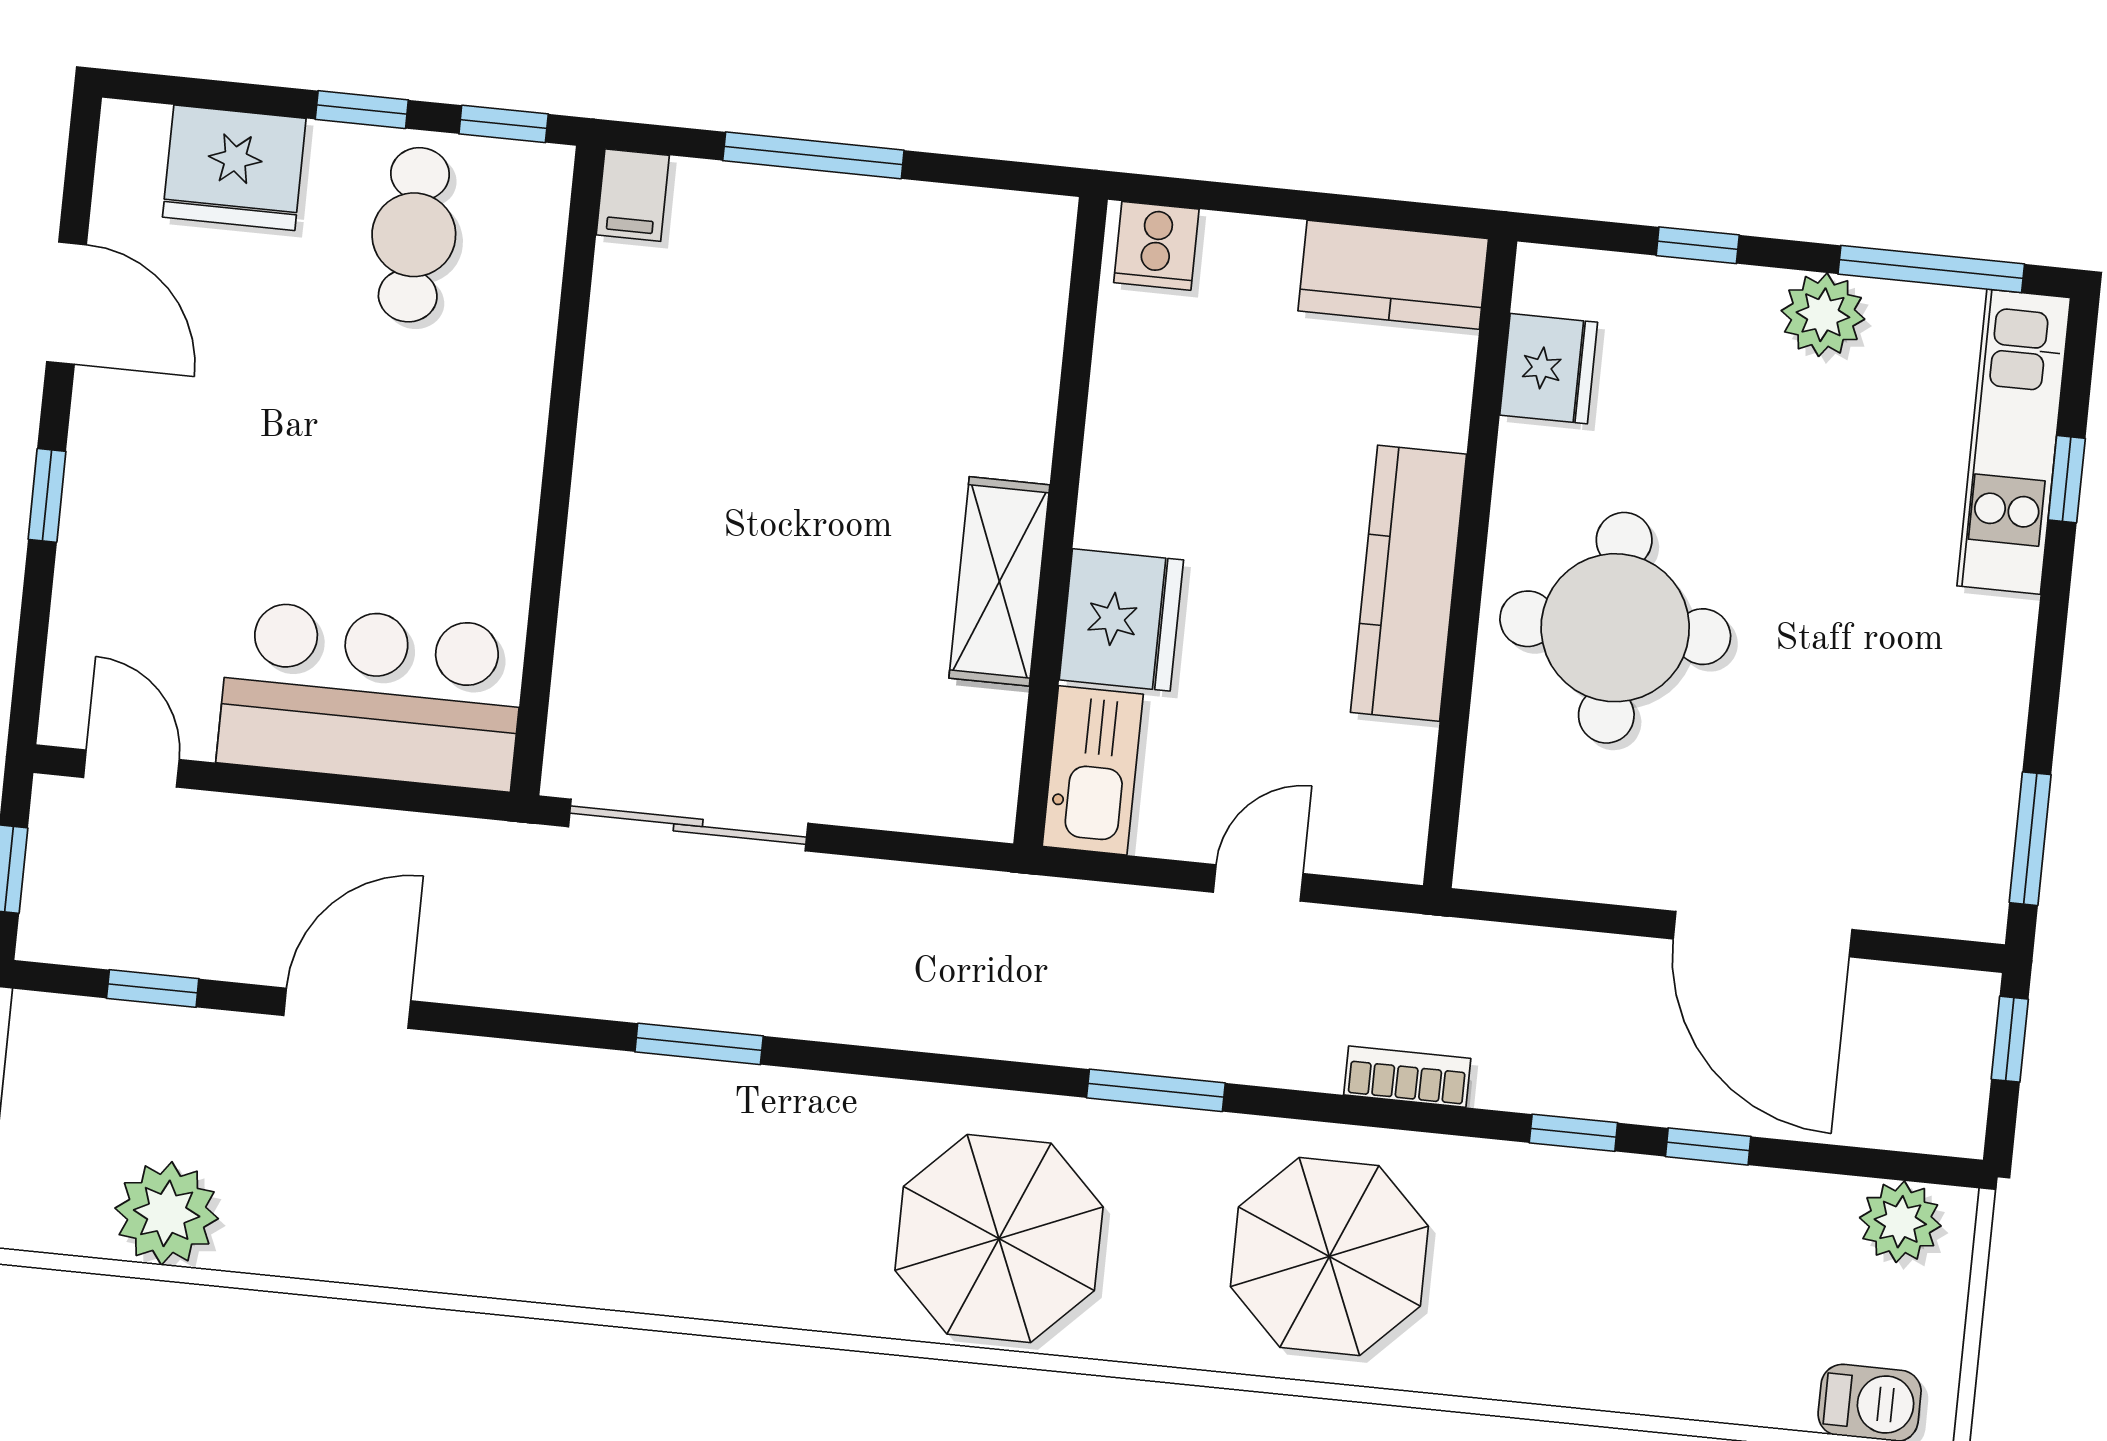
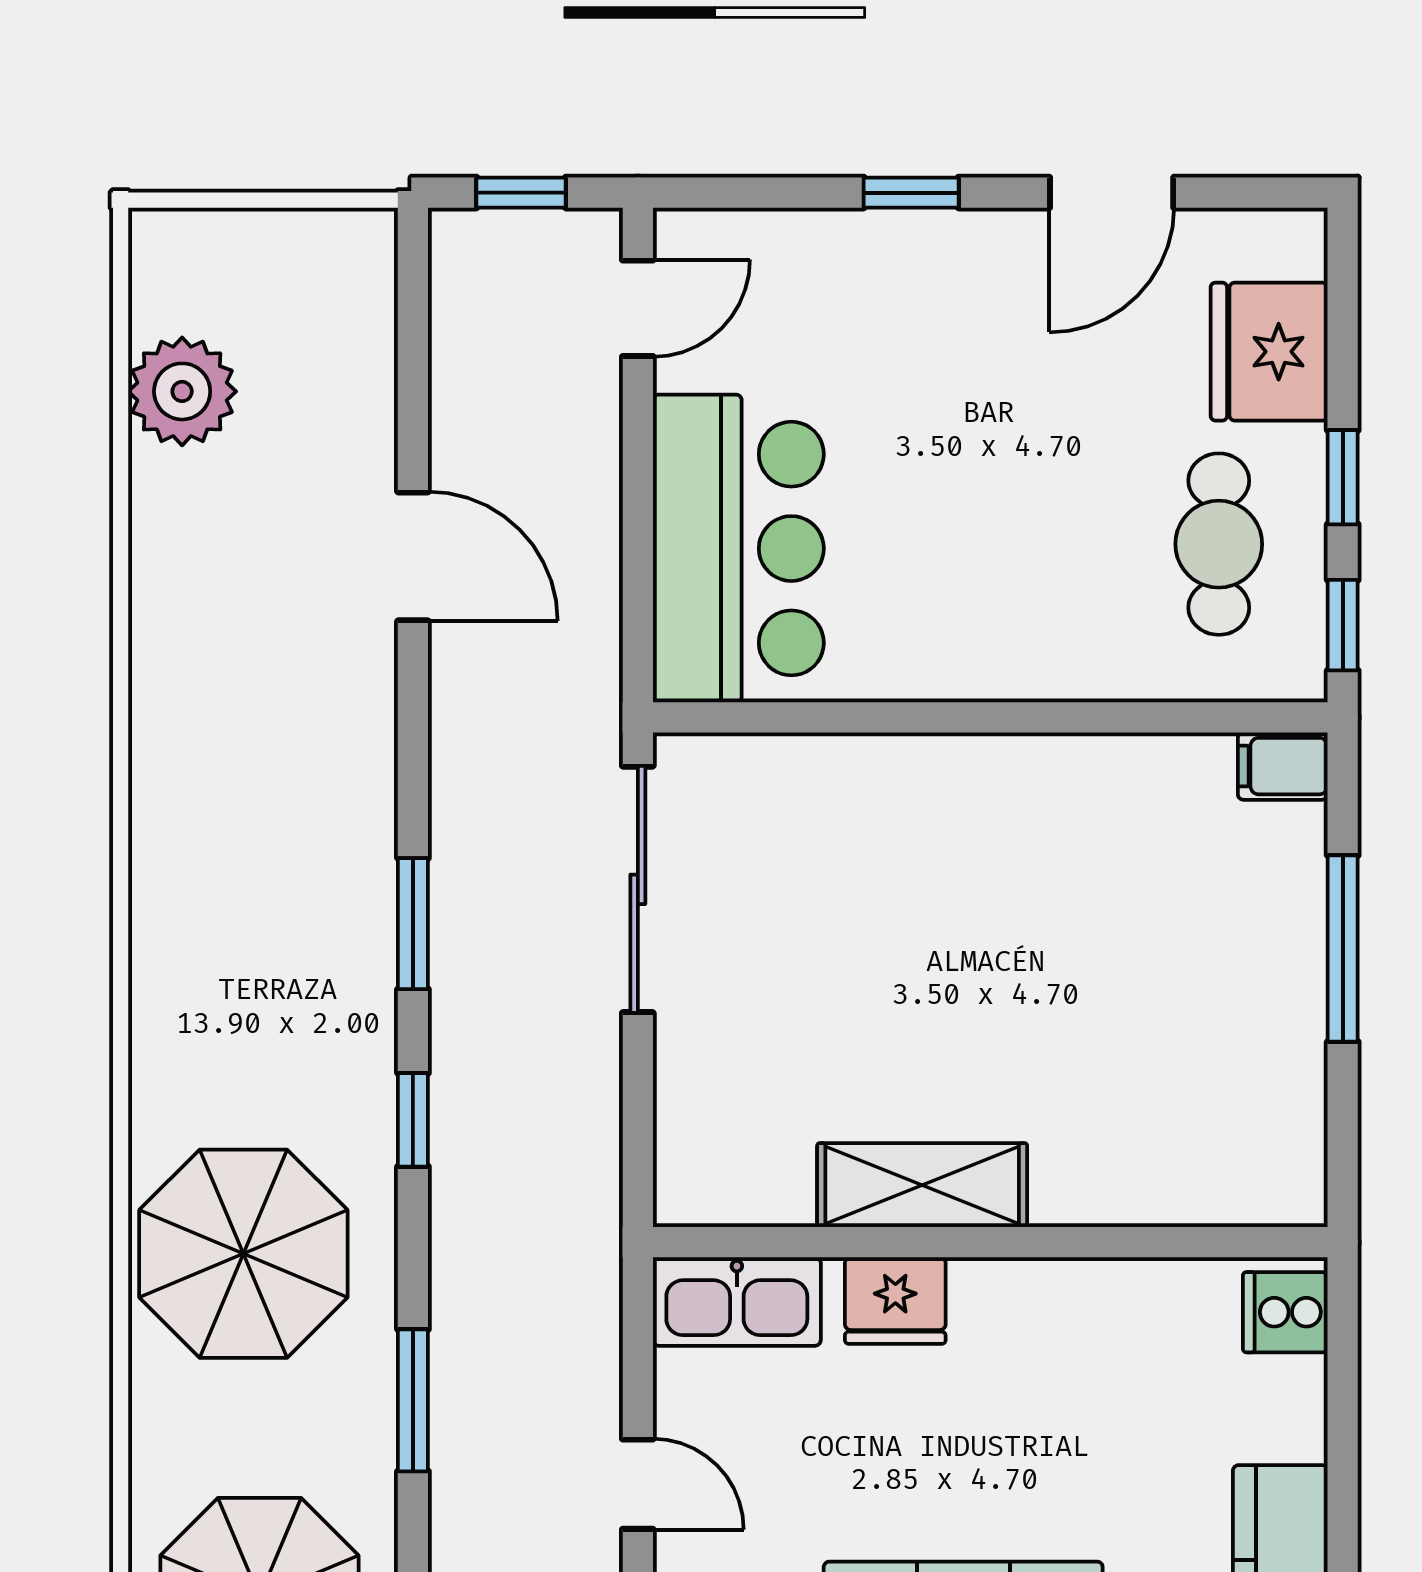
cafe table: (414, 235) -> (1219, 544), turned 90
fridge: (1121, 620) -> (895, 1301), width x0.73, depth x0.75
window: (153, 988) -> (413, 1120), moved

